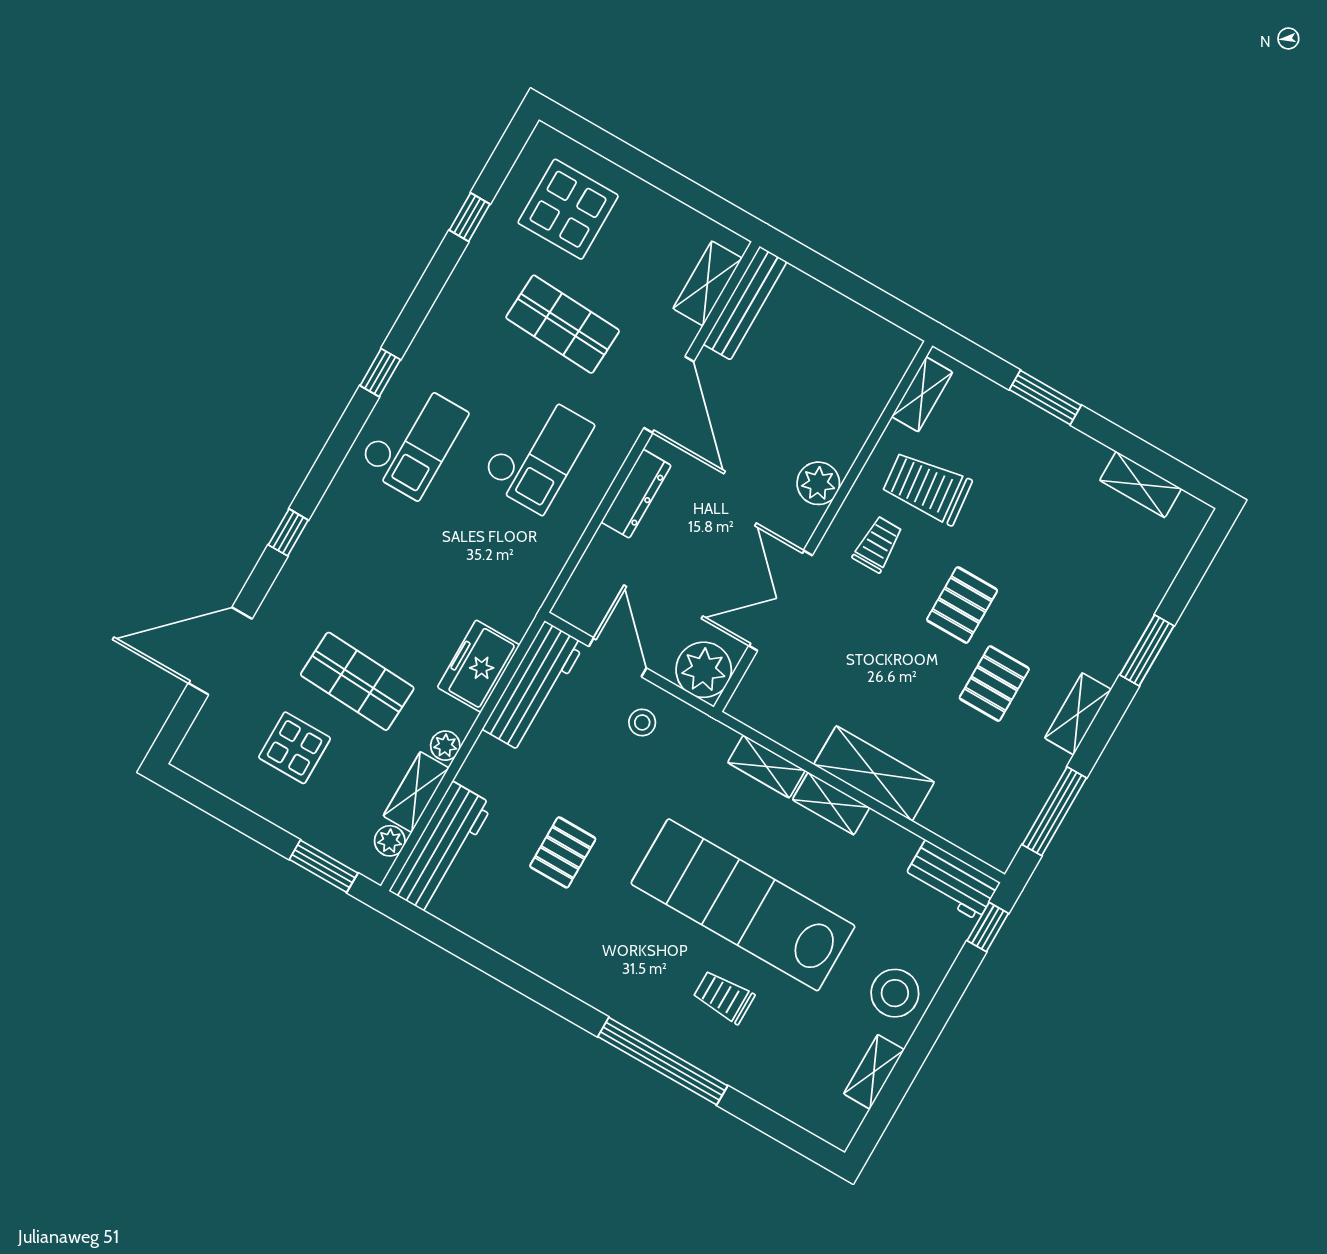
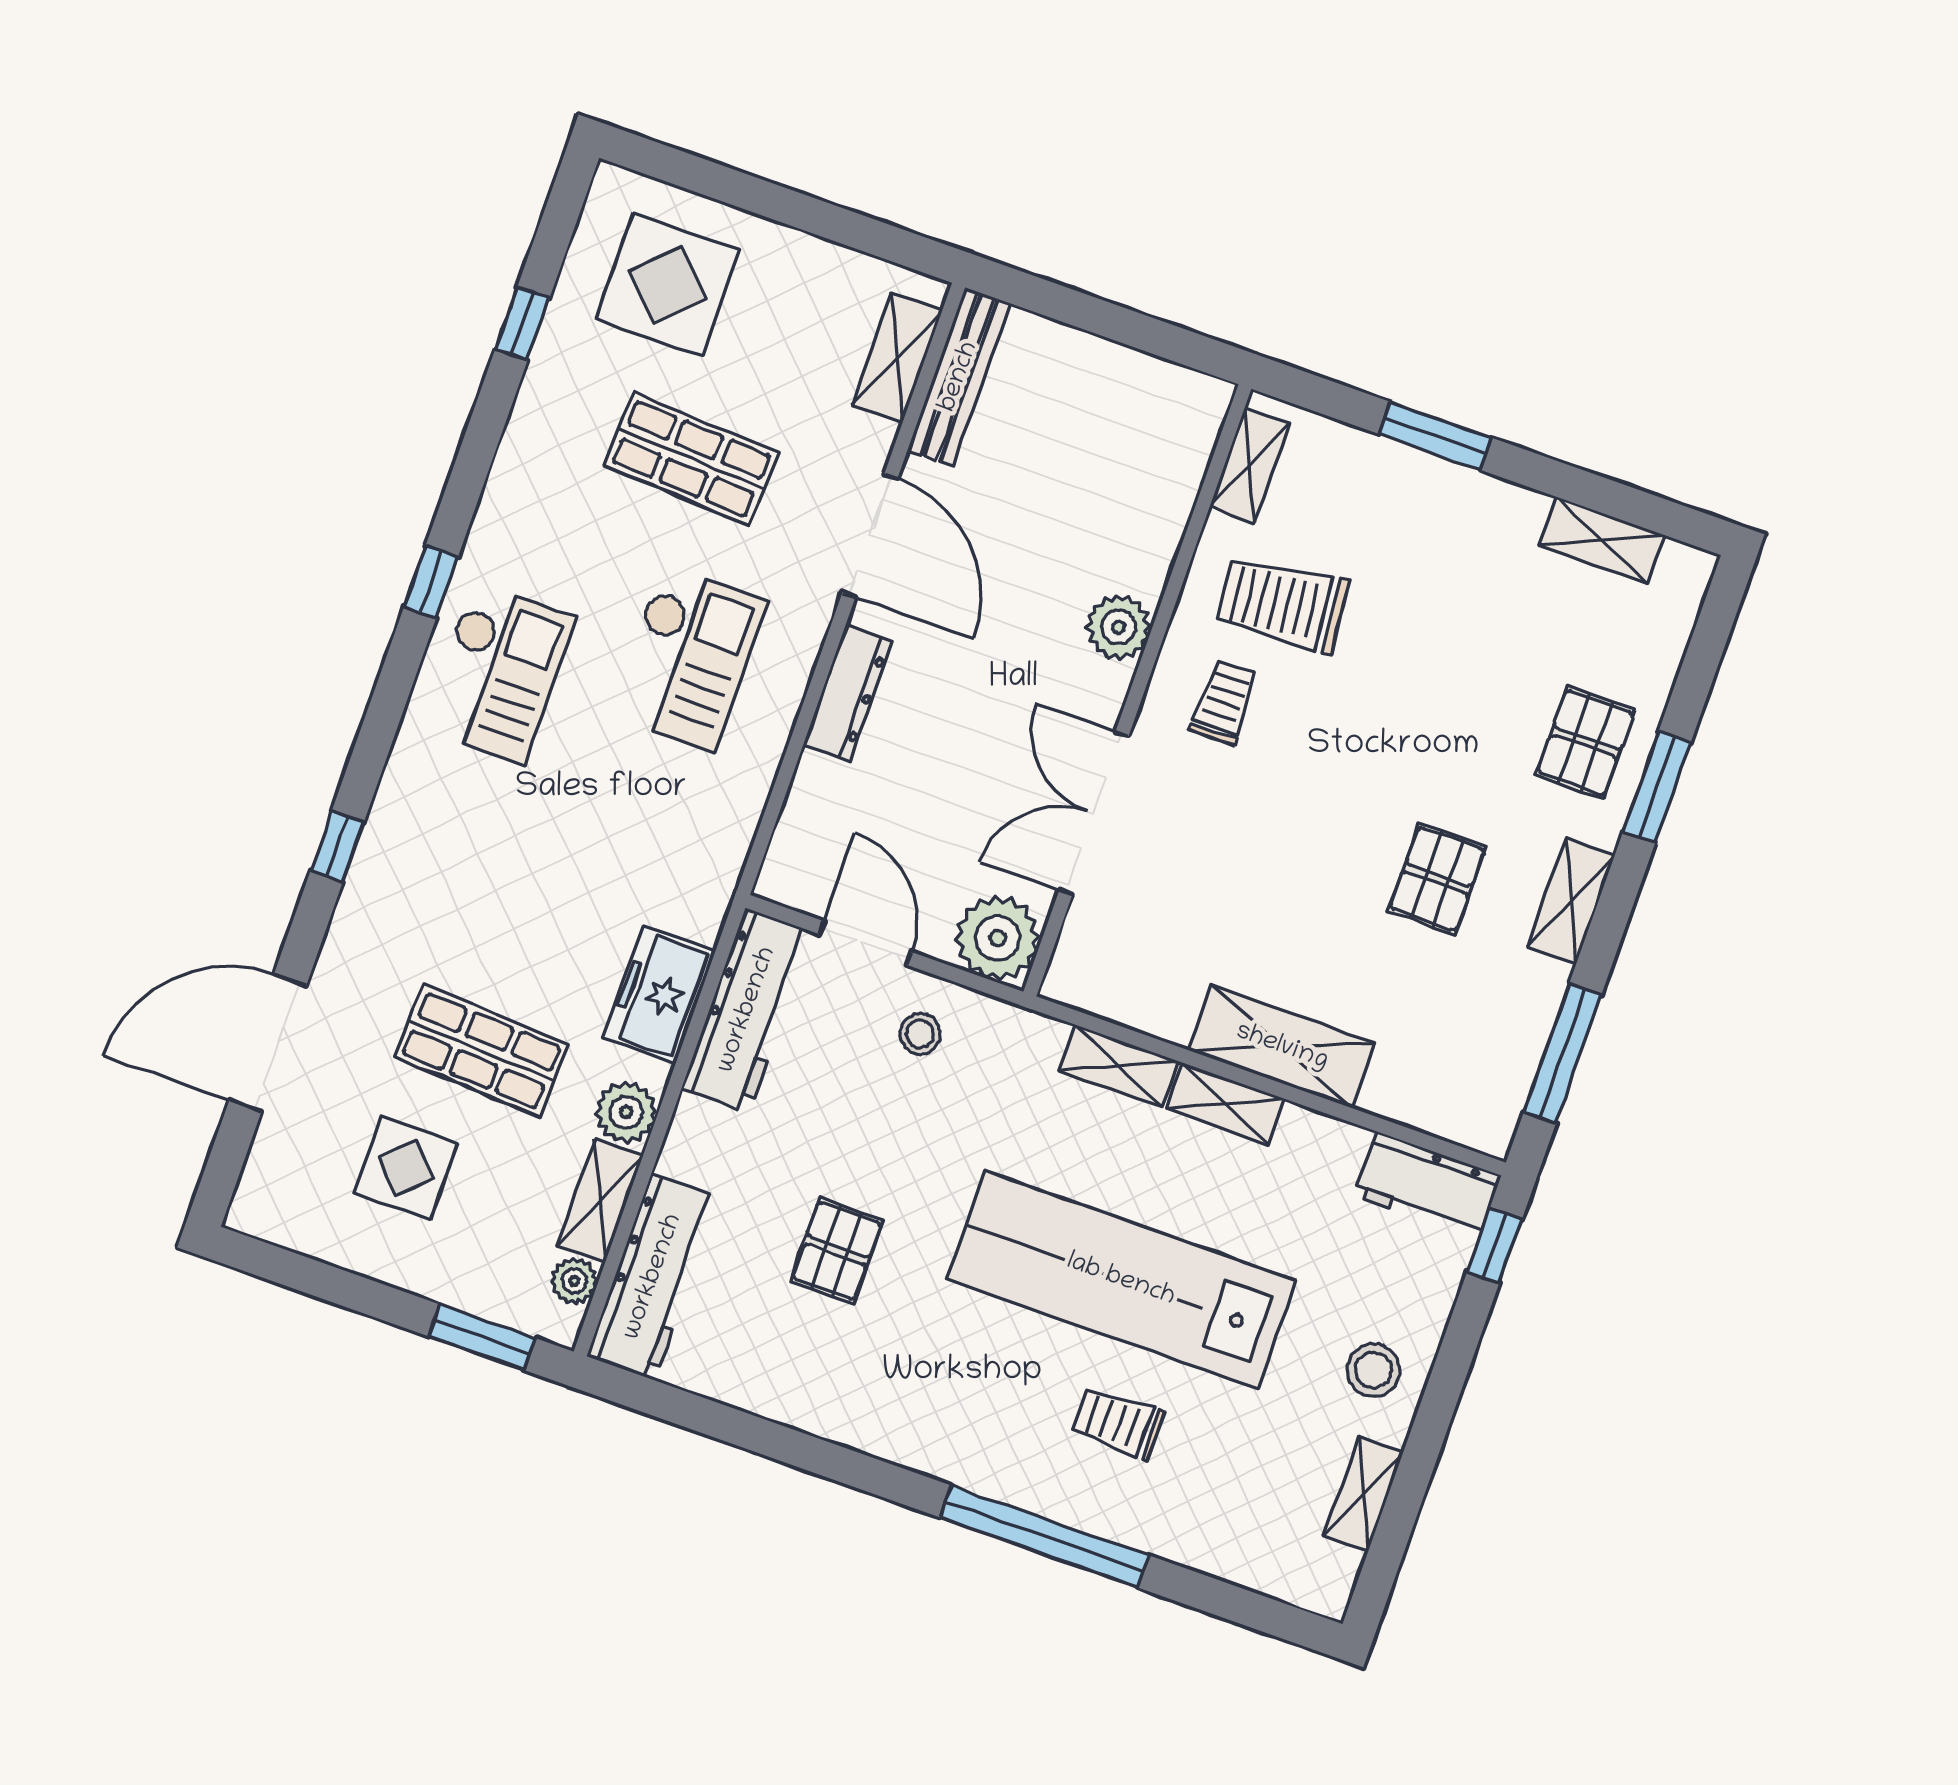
pallet: (962, 605) -> (1585, 743), moved
plant: (445, 746) -> (626, 1112), width x1.38, depth x1.38
stool: (895, 993) -> (1373, 1370), width x0.73, depth x0.73

